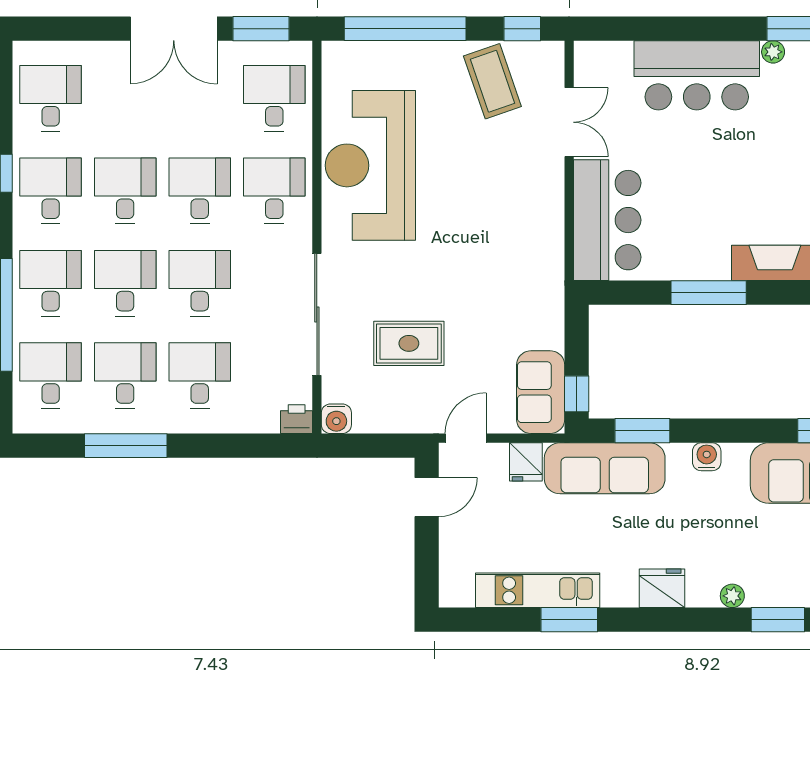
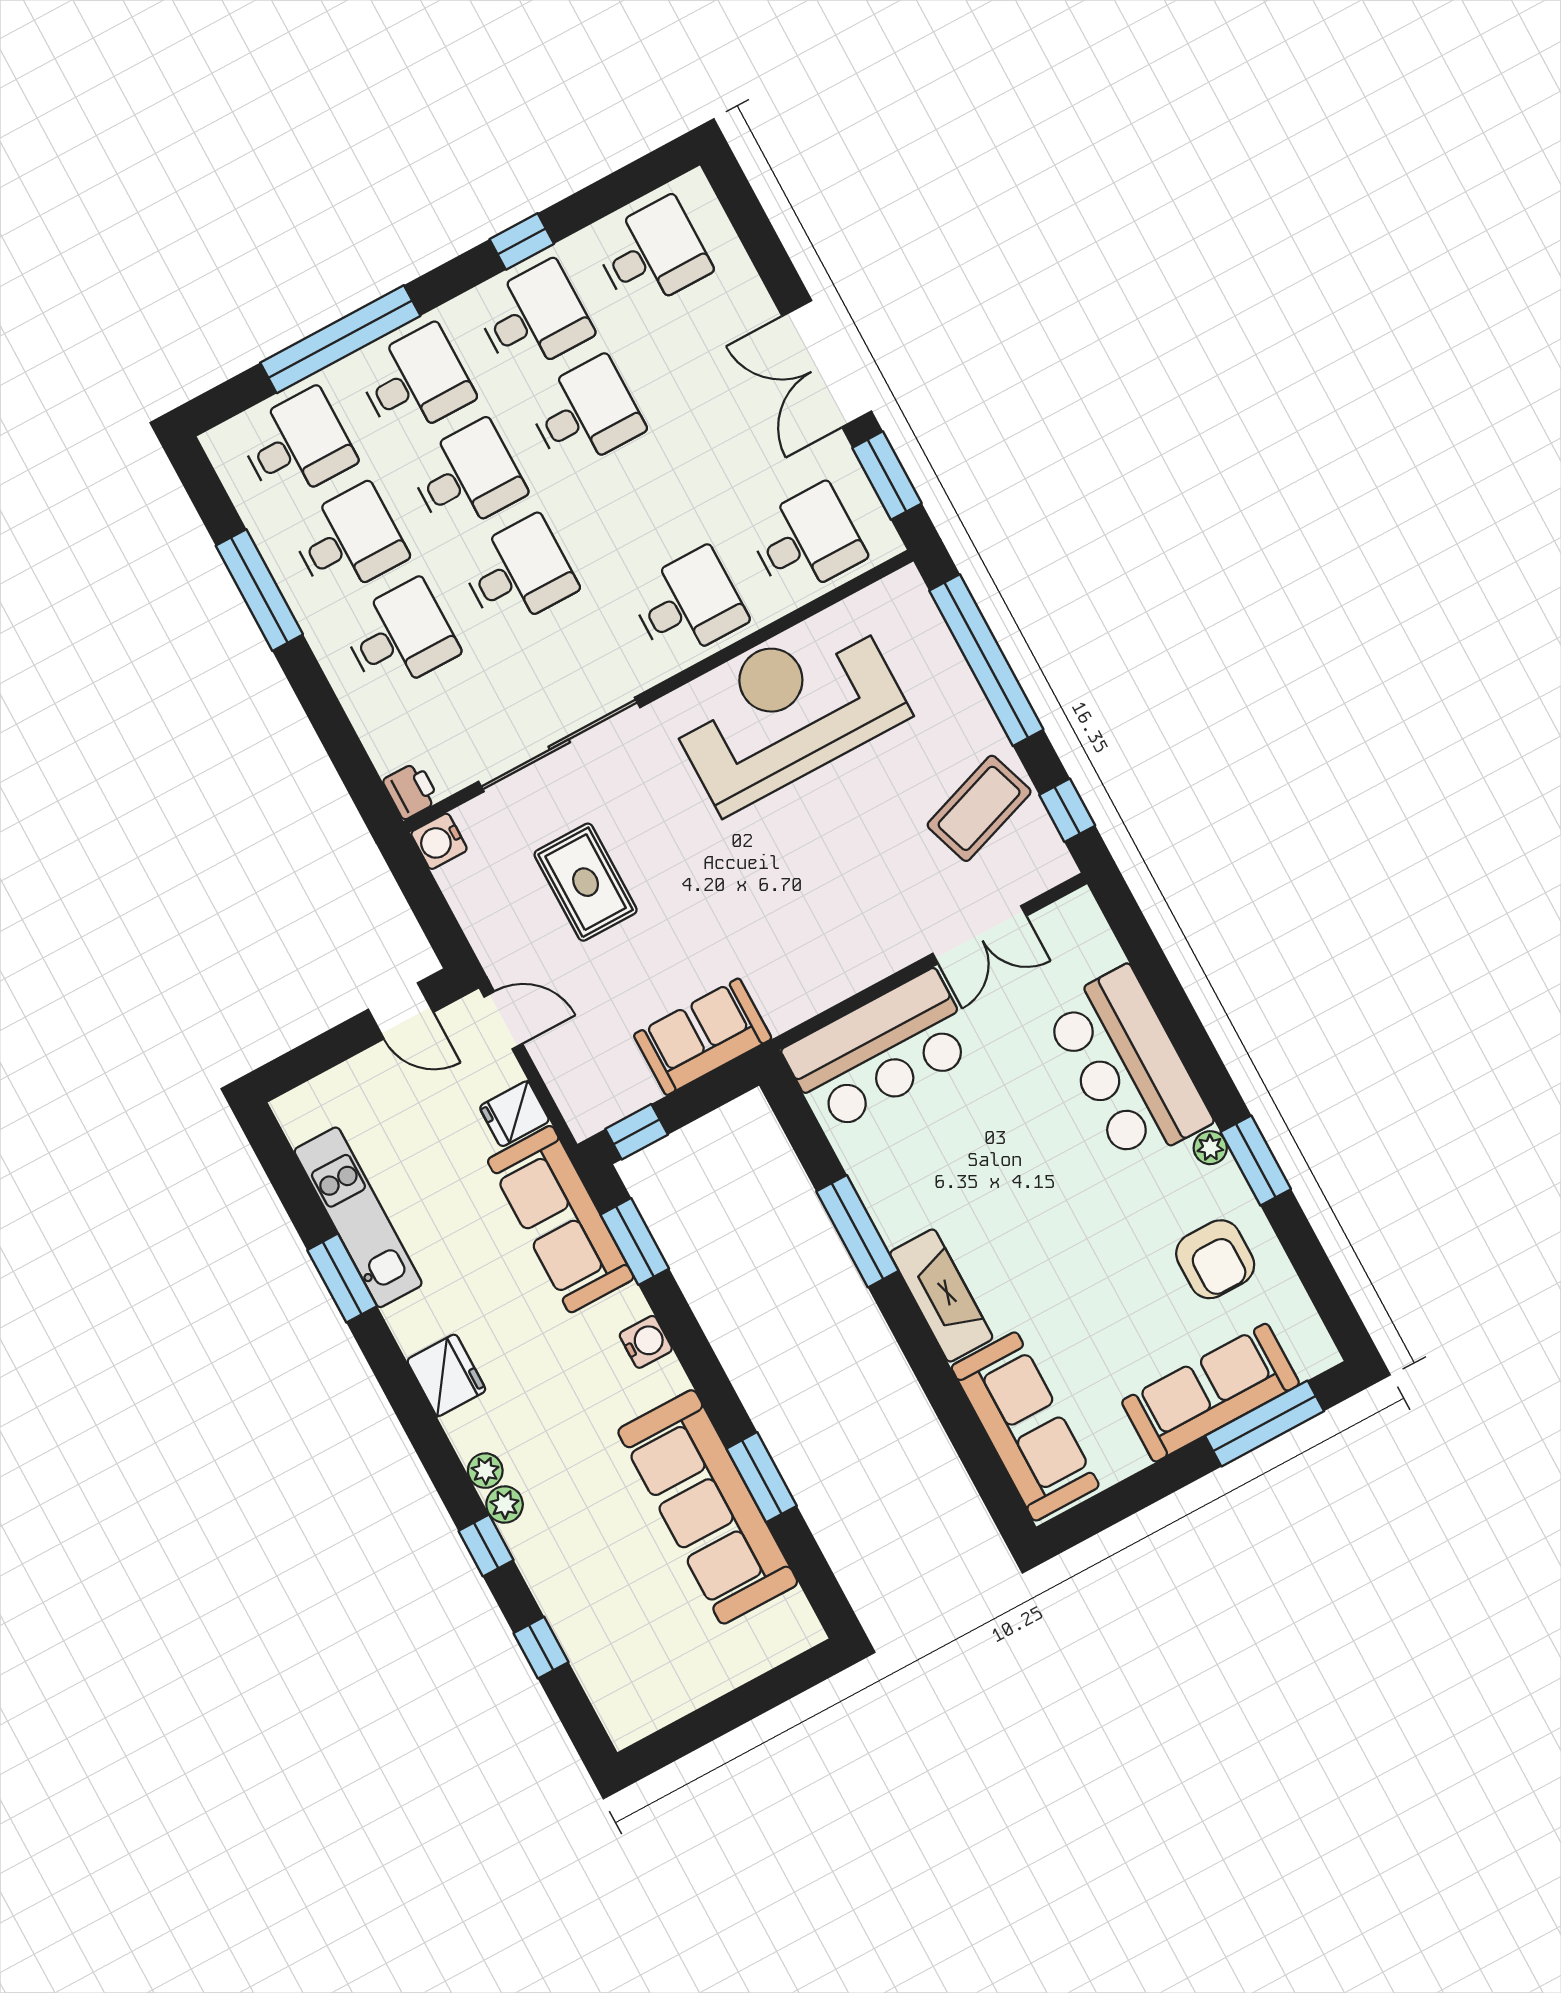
desk: (200, 191) -> (637, 509), removed
sofa: (541, 392) -> (703, 1037), moved
plant: (759, 595) -> (505, 1505), added
window: (778, 620) -> (486, 1545), width x0.67

